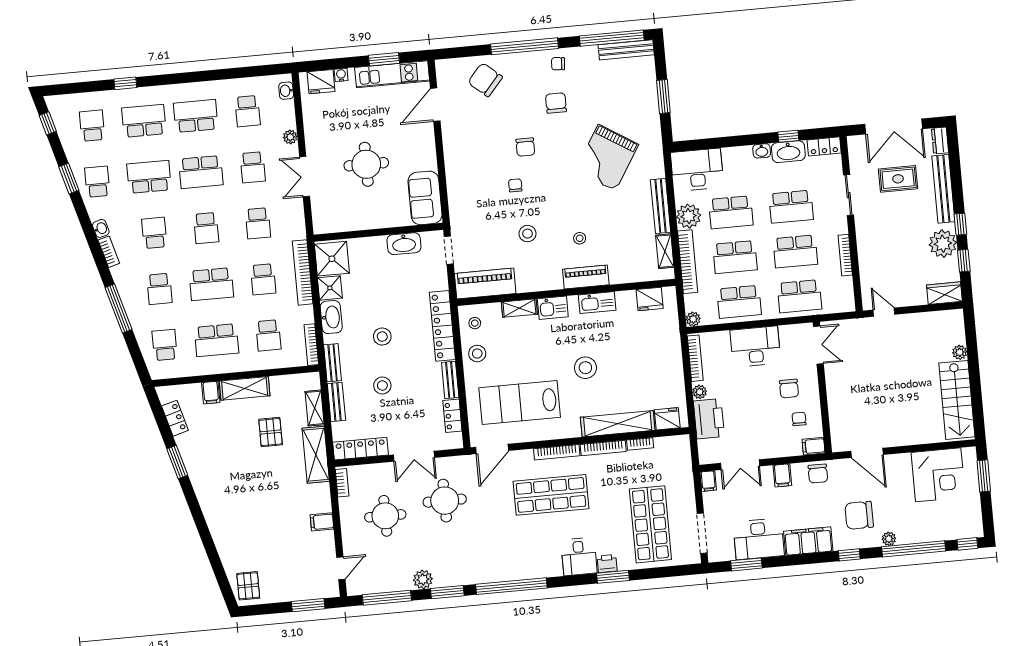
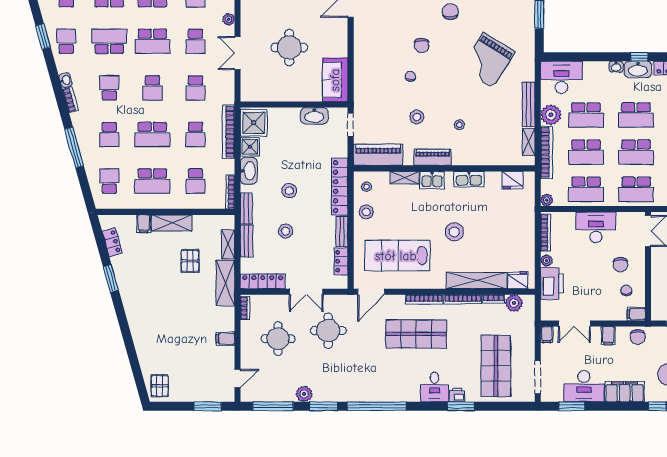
piano: (586, 277) -> (433, 157), moved
plant: (665, 447) -> (514, 303), added

